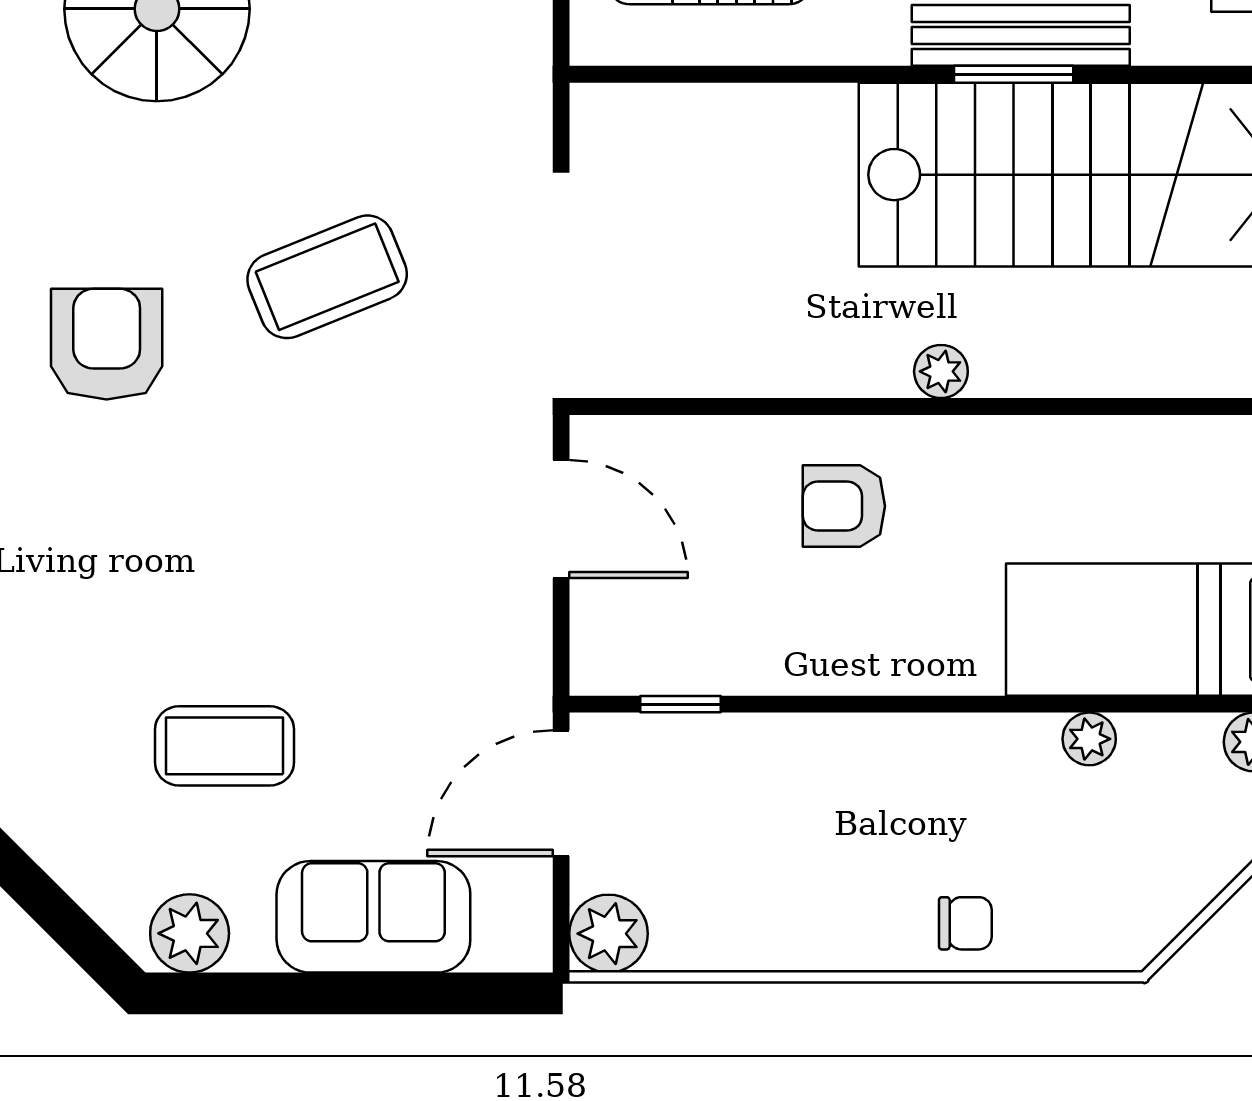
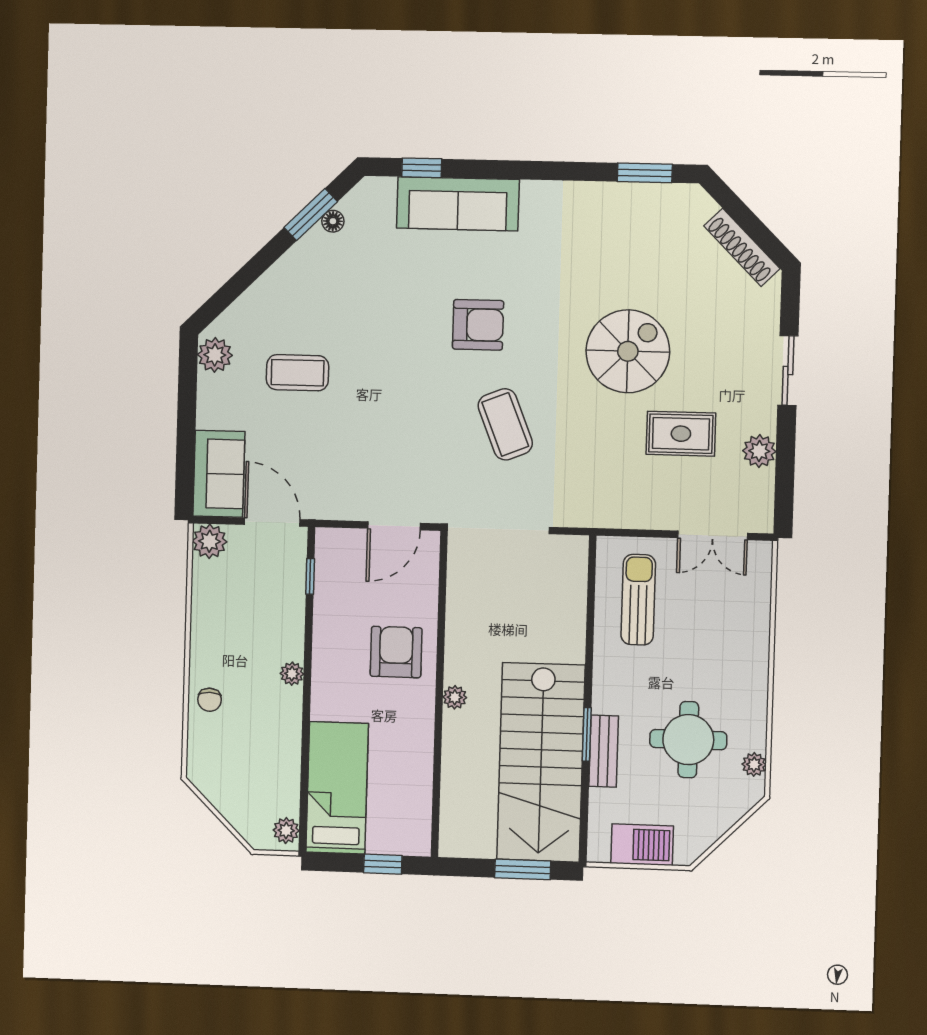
bench: (1021, 35) -> (604, 751), width x0.73
armchair: (844, 506) -> (396, 652), width x1.38, depth x1.38
plant: (1089, 739) -> (292, 674), moved
coffee table: (224, 746) -> (297, 373), turned 90
sofa: (373, 917) -> (219, 474), moved

